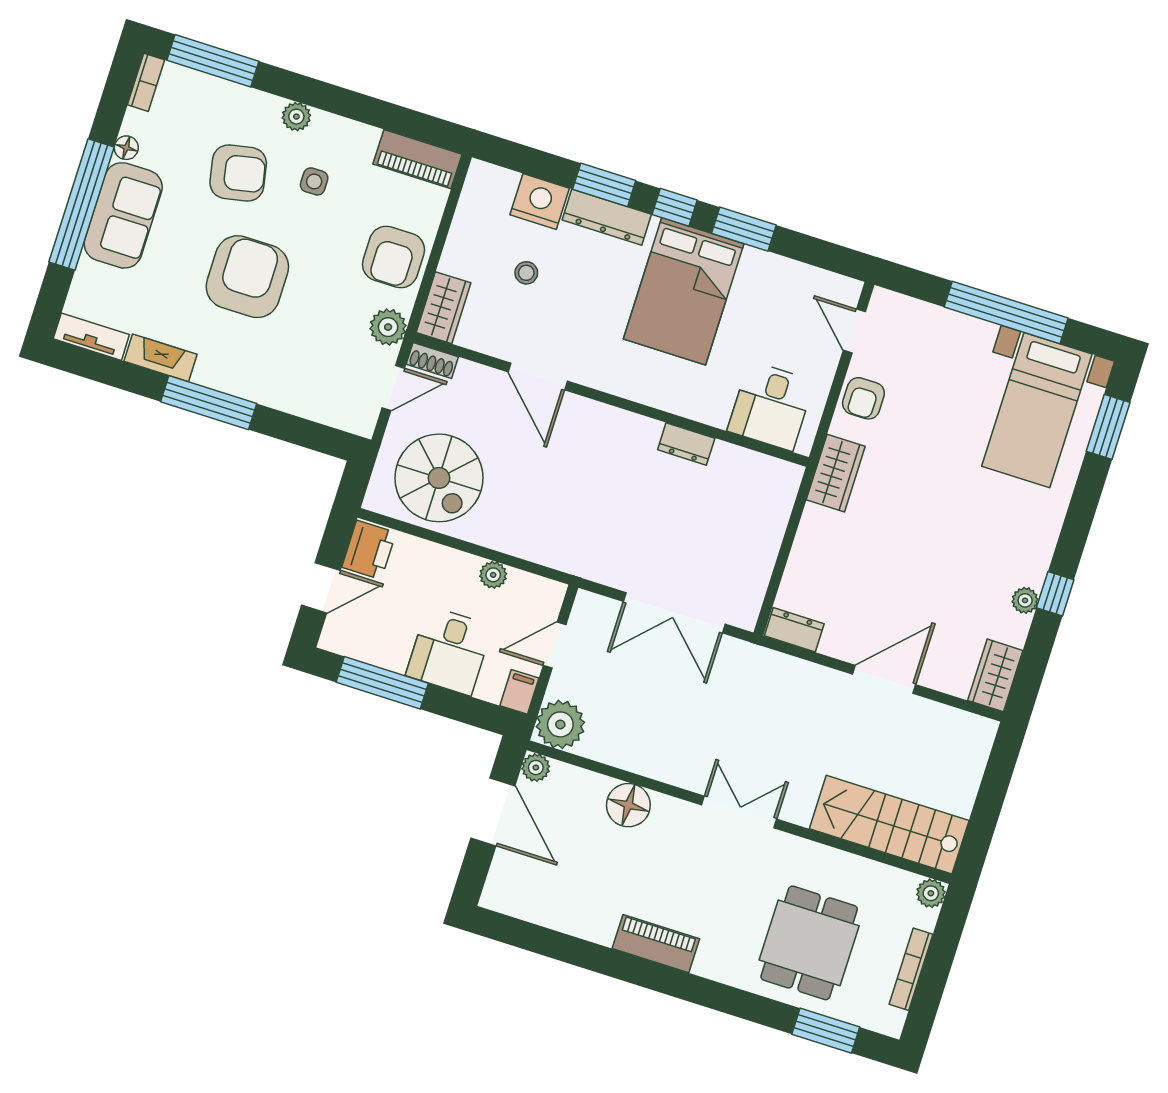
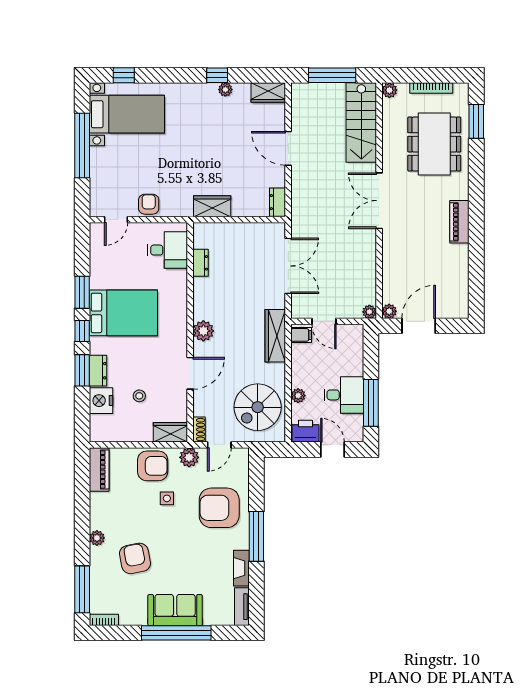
floor lamp: (126, 148) -> (140, 619), removed
side table: (314, 181) -> (167, 498), moved
dresser: (607, 217) -> (98, 371), width x0.70
armchair: (247, 277) -> (219, 508), moved
door: (393, 388) -> (219, 445), swing flipped
armchair: (863, 398) -> (149, 204), turned -90
plant: (606, 424) -> (203, 331), added
window: (1108, 427) -> (124, 75), width x0.67
dresser: (686, 444) -> (200, 263), moved
wardrobe: (836, 473) -> (212, 206), moved
spiral stairs: (439, 478) -> (258, 407), turned 180
wardrobe: (557, 550) -> (275, 336), added
plant: (493, 575) -> (298, 396), moved
desk: (449, 651) -> (344, 395), moved
filing cabinet: (519, 692) -> (301, 335), moved, turned 180
plant: (560, 724) -> (369, 312), width x0.53, depth x0.53
window: (990, 799) -> (332, 75), added
floor lamp: (628, 805) -> (393, 258), removed
double door: (739, 812) -> (379, 201), width x1.37
dining table: (809, 943) -> (434, 144), width x1.38

